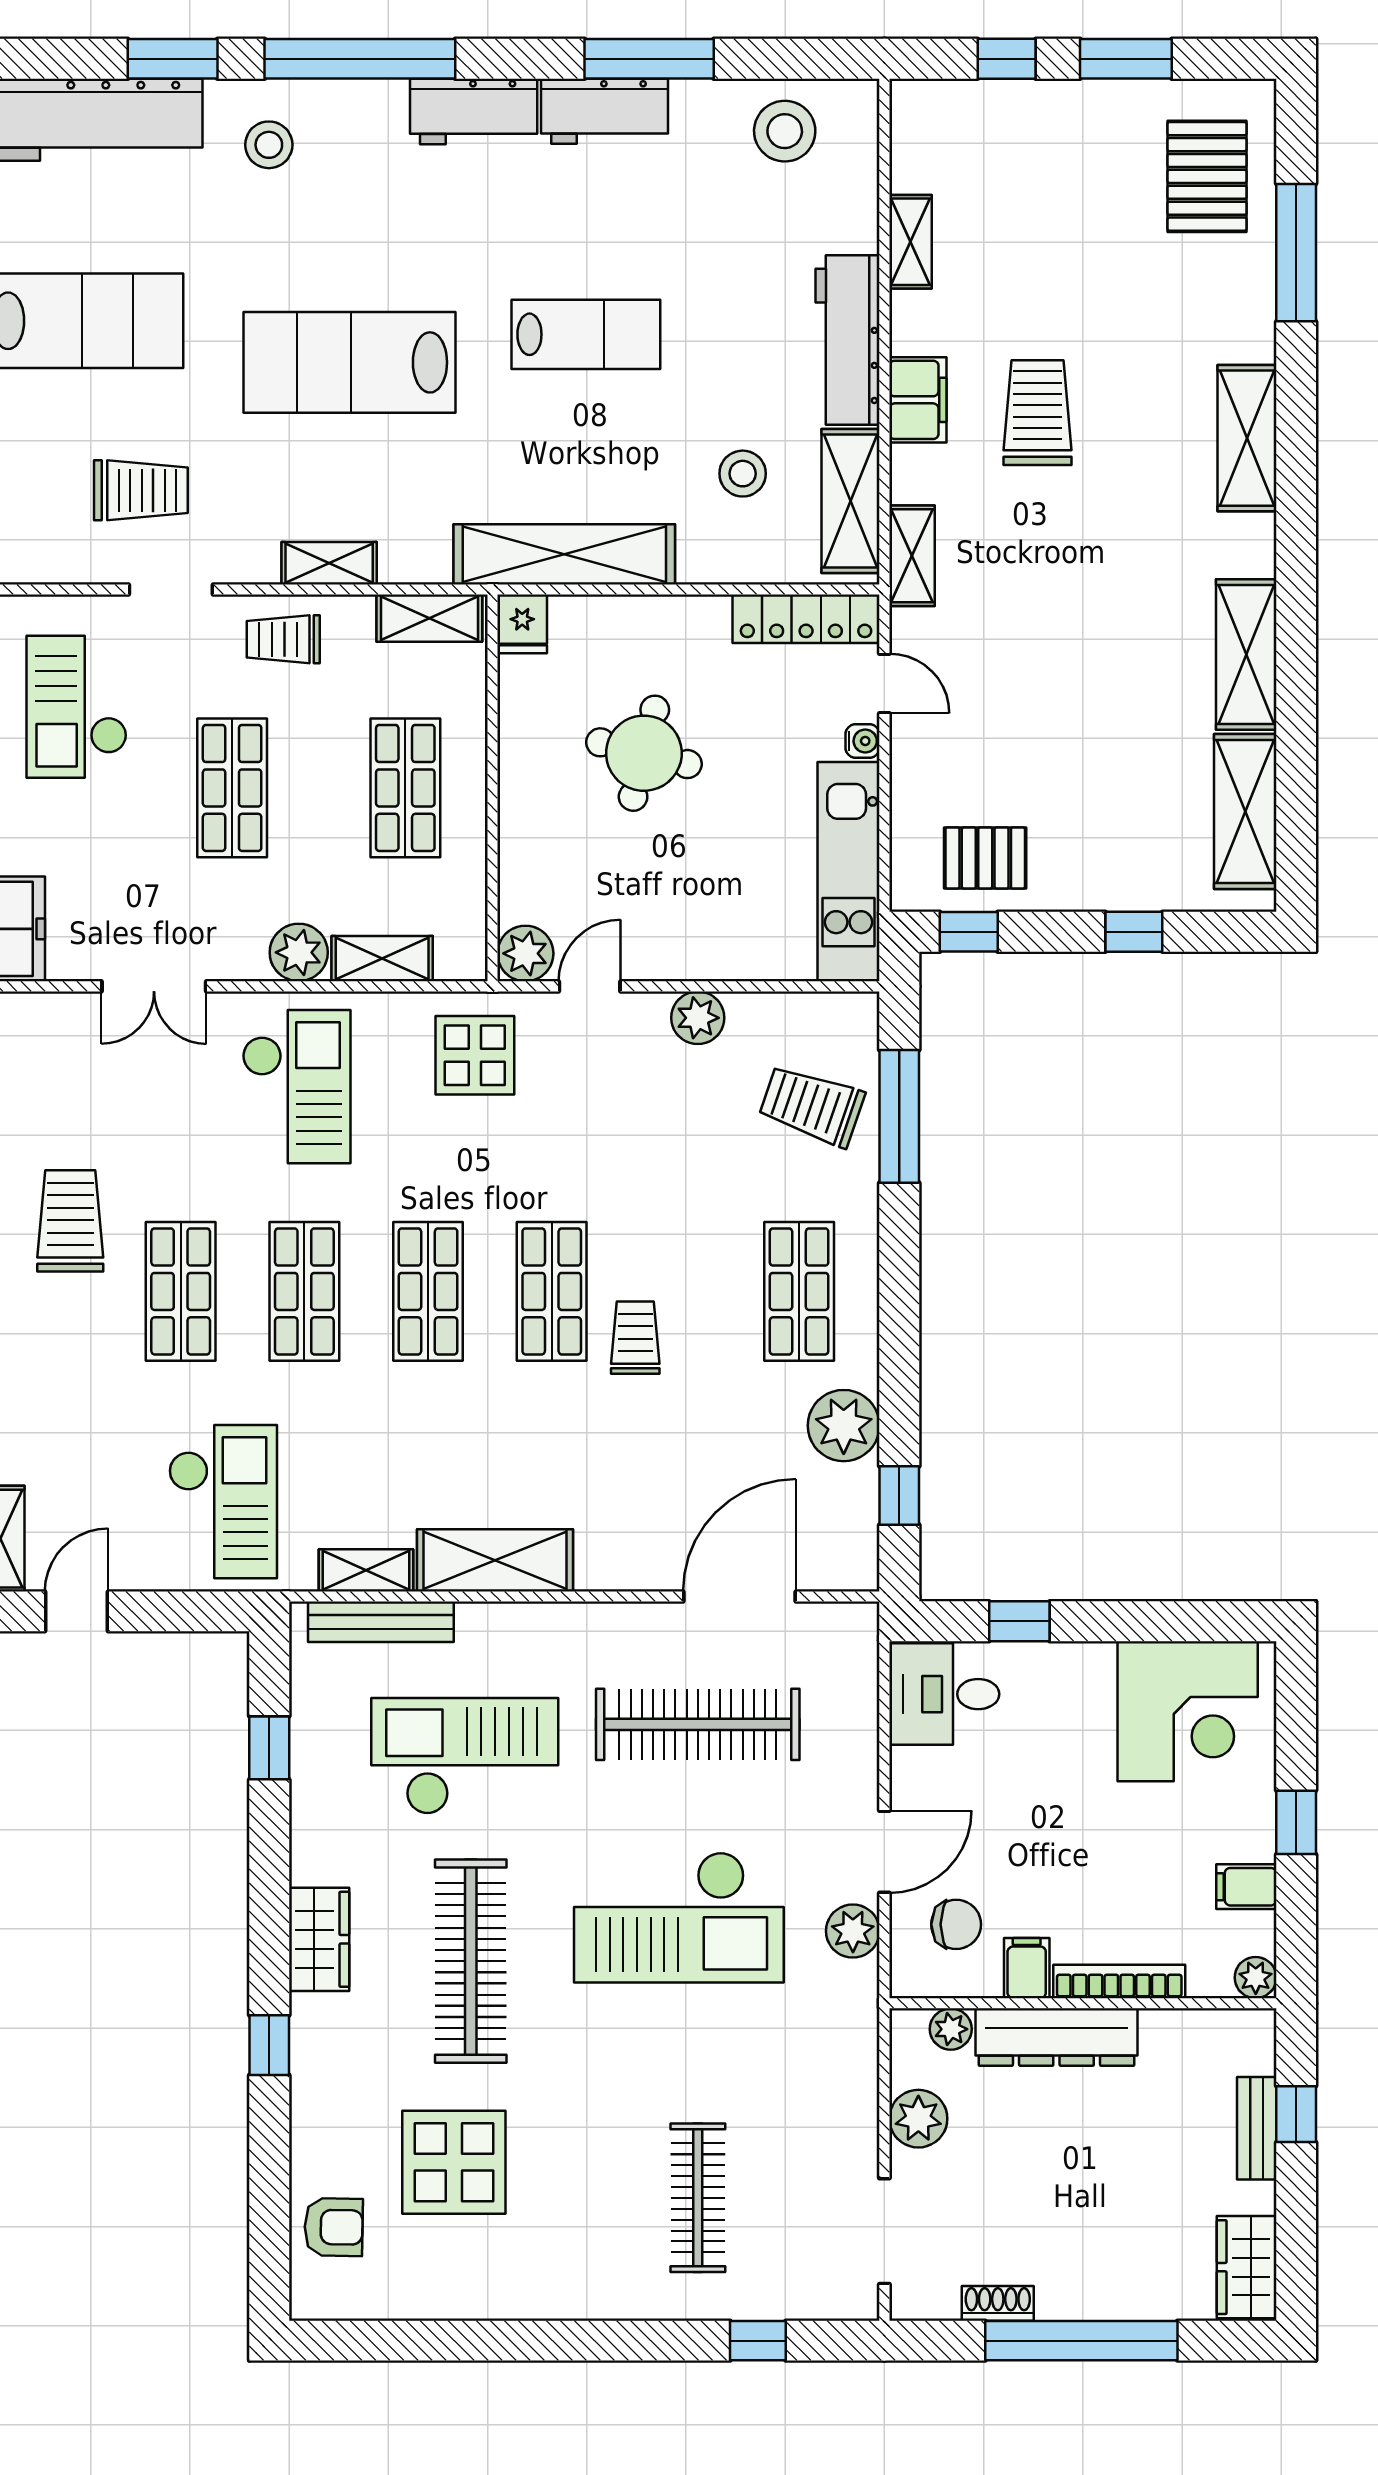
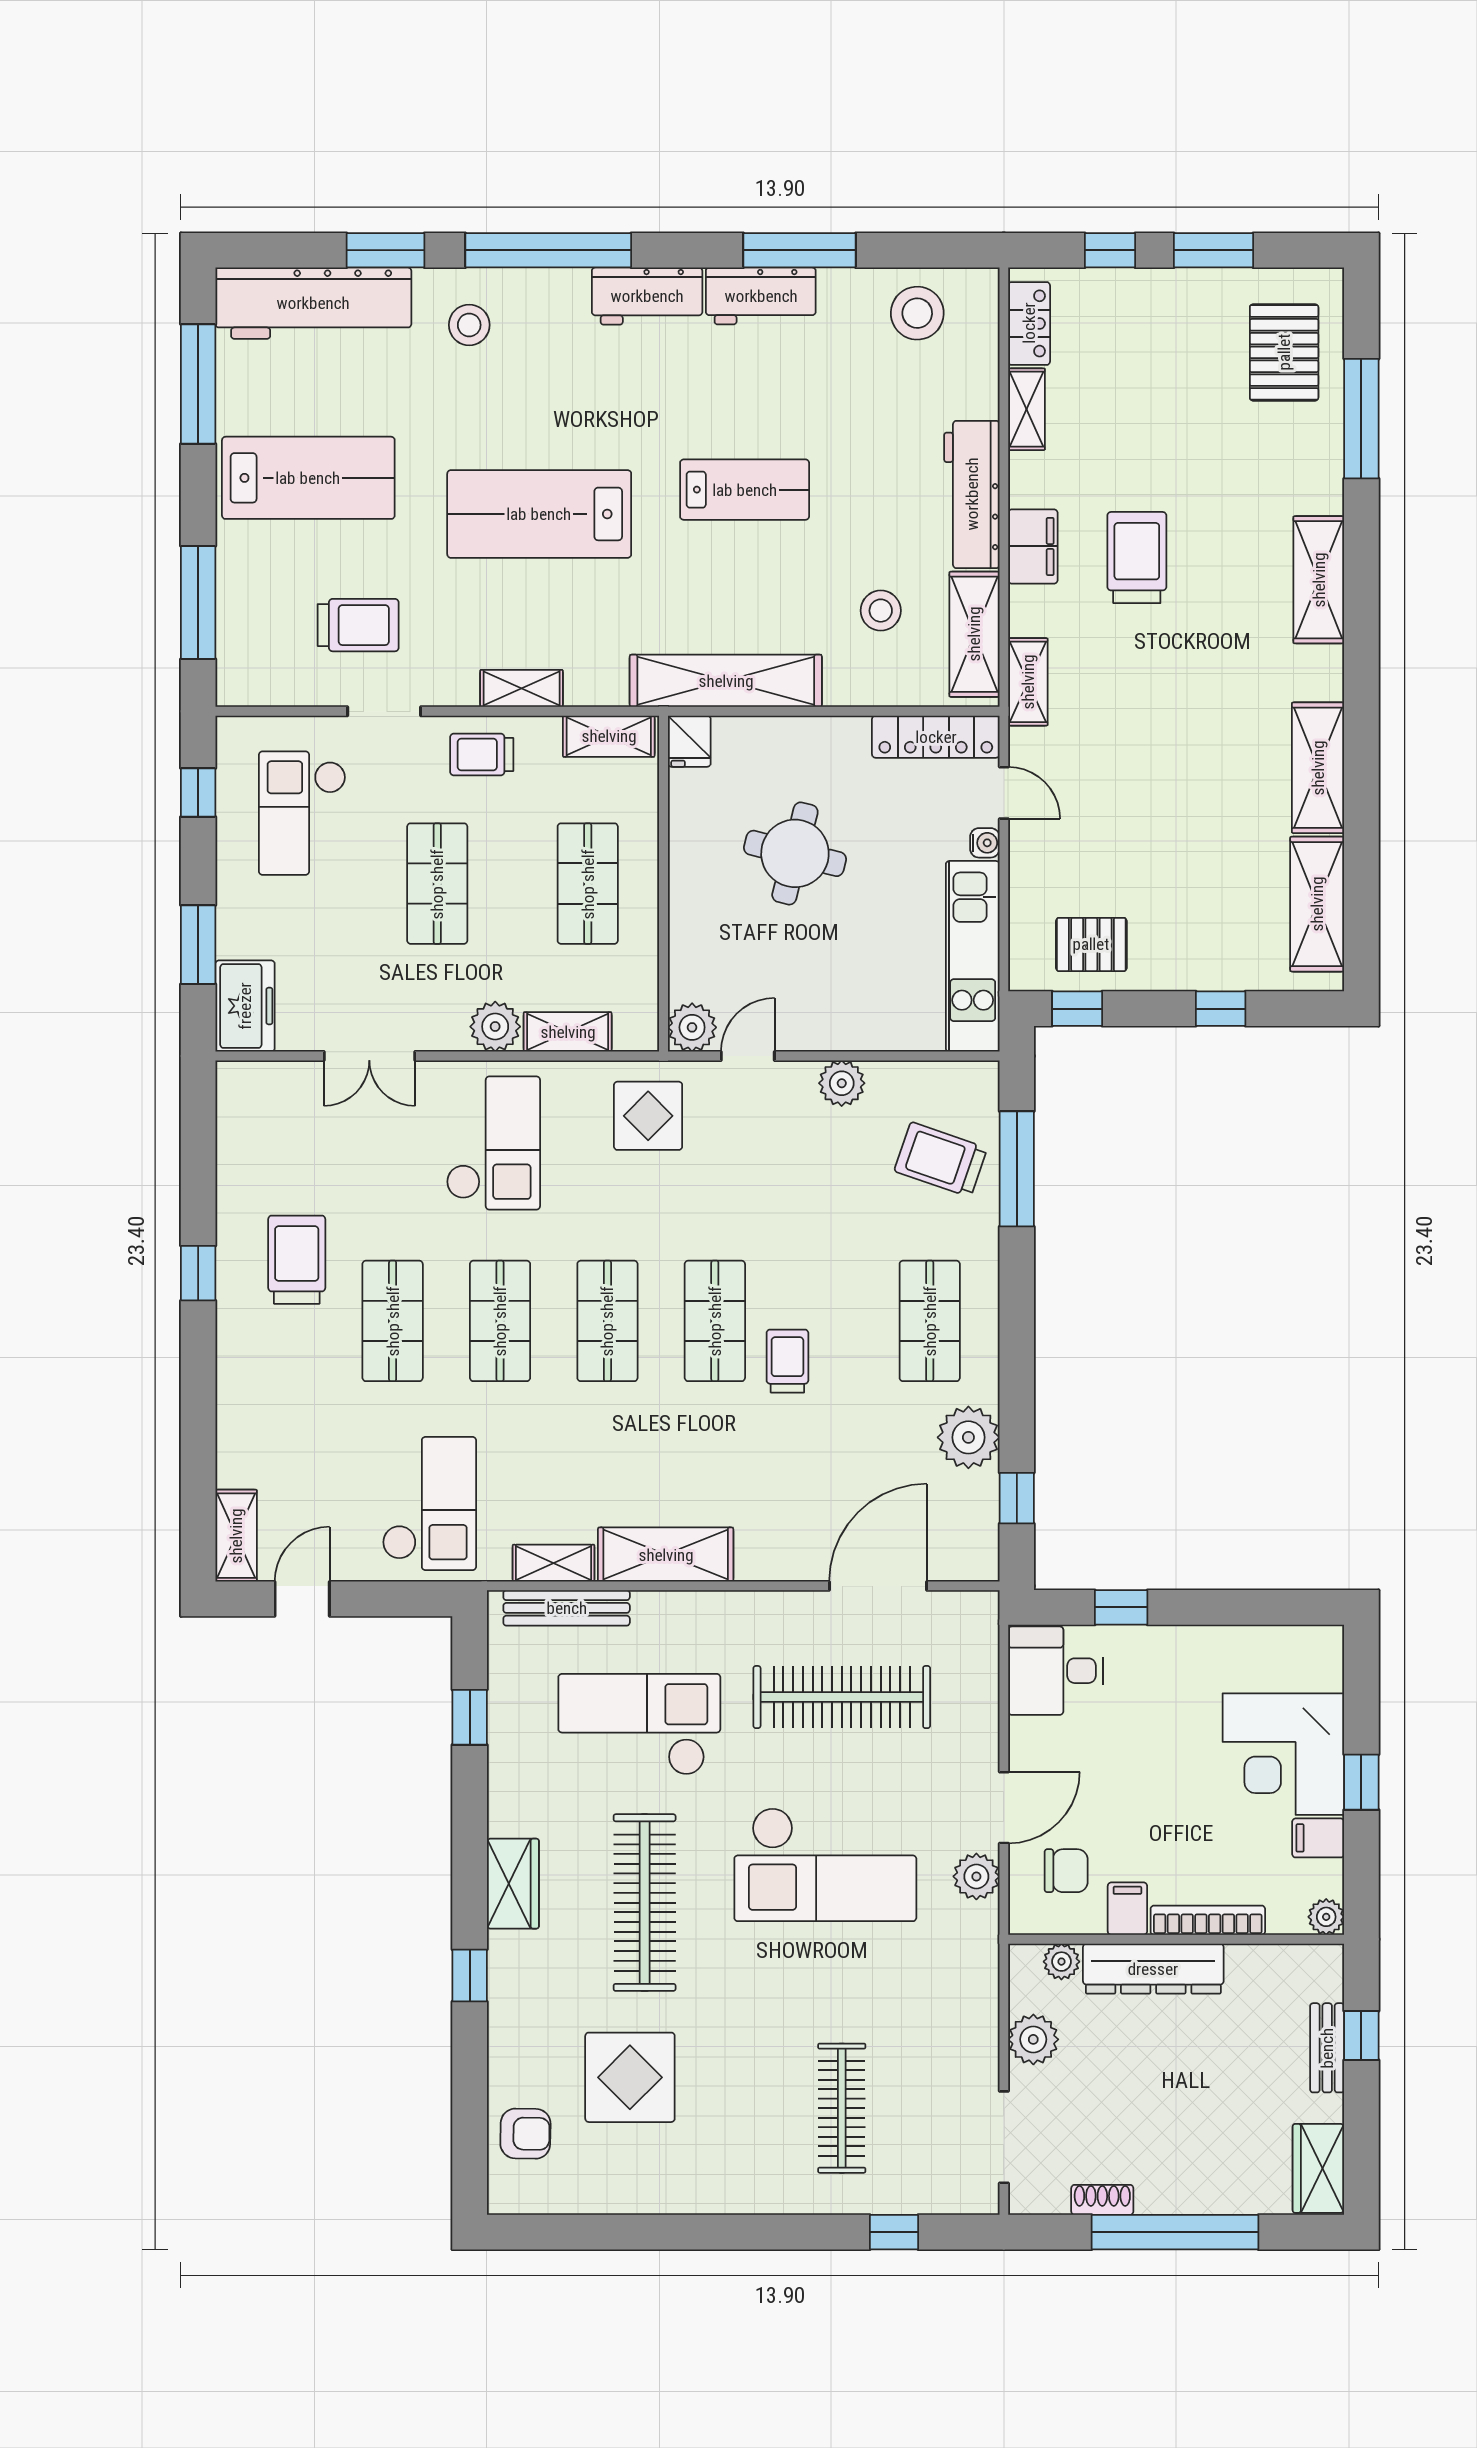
locker: (913, 143) -> (1029, 323), added
corner desk: (1188, 1711) -> (1283, 1754), moved, turned 90

